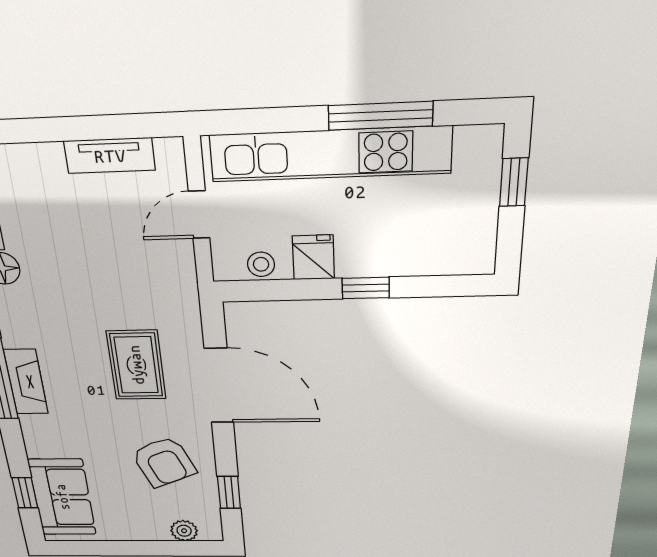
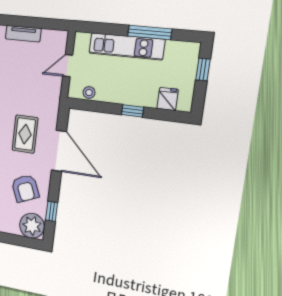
kitchen unit: (330, 154) -> (127, 46), width x0.73
tv unit: (110, 156) -> (23, 34), moved
fridge: (313, 257) -> (168, 99), moved
plant: (184, 531) -> (32, 226), width x1.88, depth x1.88

